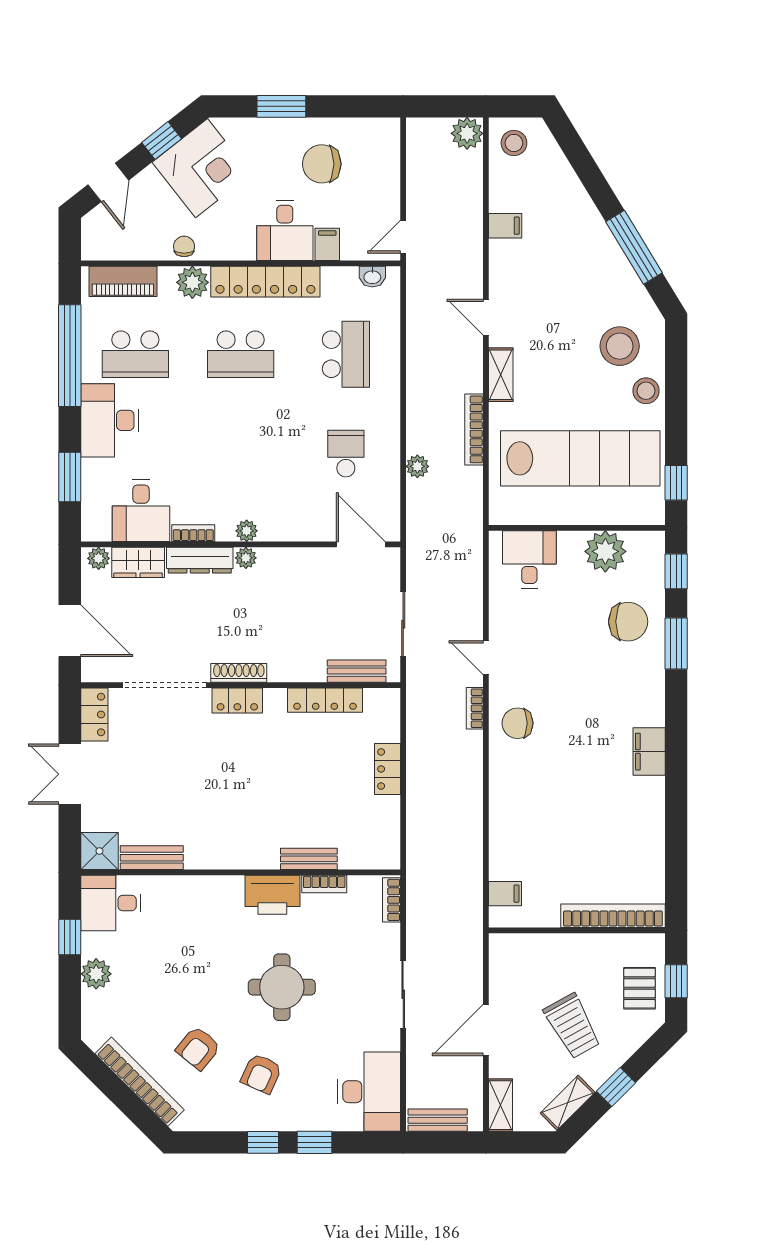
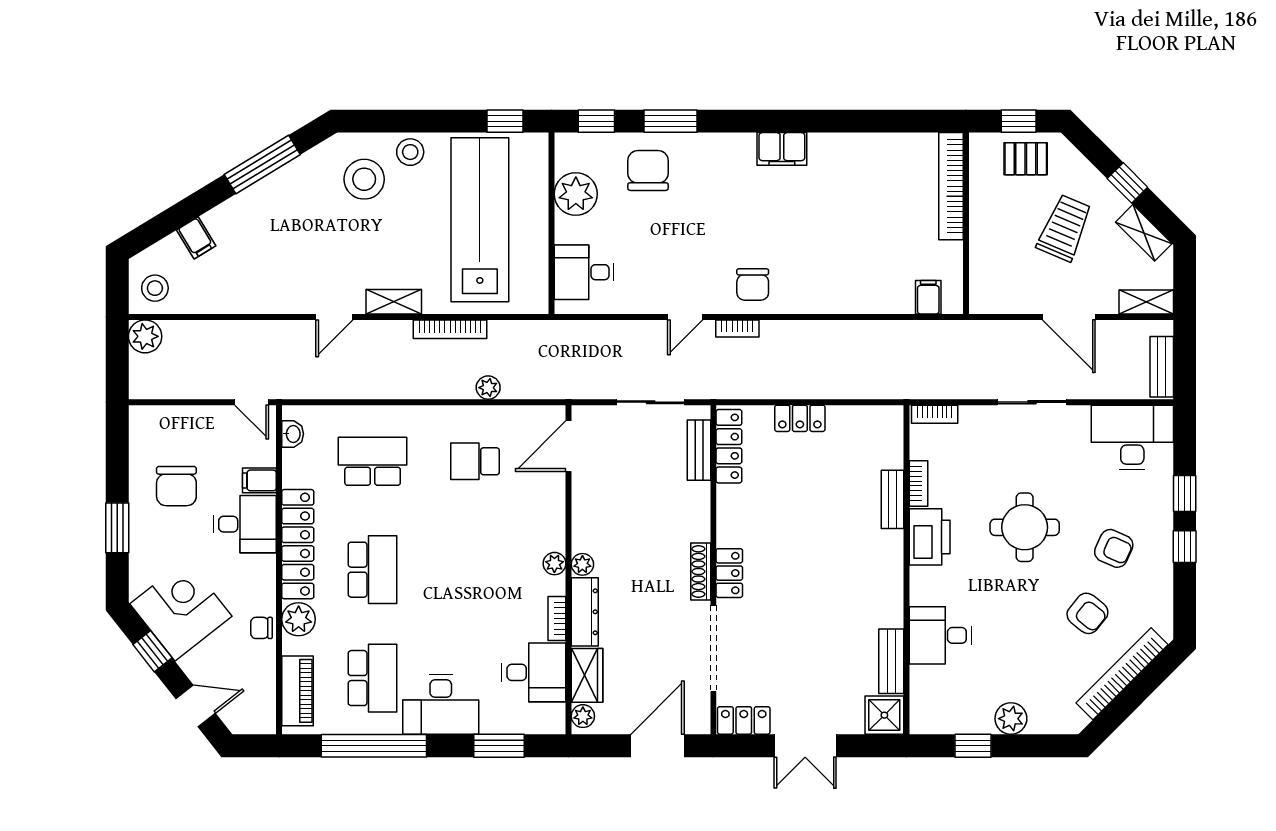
filing cabinet: (505, 226) -> (196, 238), moved, turned 149
locker: (325, 700) -> (729, 446), moved
desk: (111, 903) -> (940, 635), moved, turned 90
trolley: (572, 1026) -> (1065, 228), turned -38

